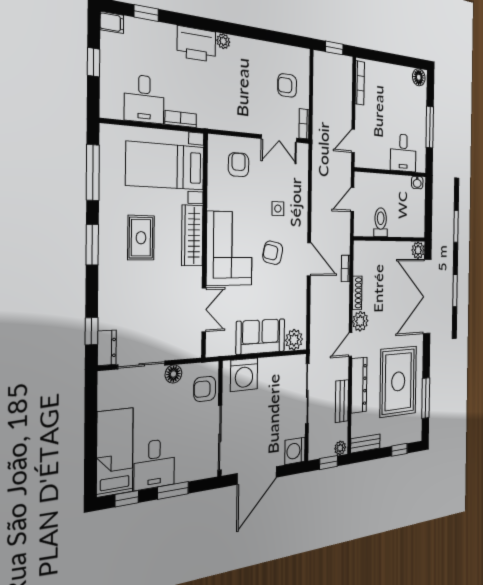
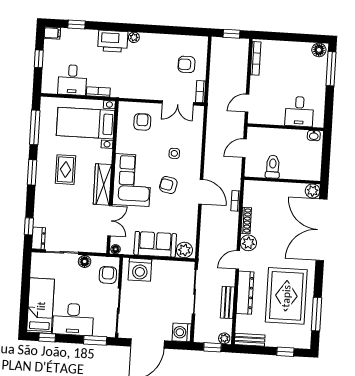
window: (430, 127) -> (331, 69), moved
wardrobe: (192, 235) -> (102, 184), moved
floor lamp: (213, 350) -> (116, 249), added
armchair: (205, 389) -> (108, 275), turned 90
desk: (154, 464) -> (73, 319), width x1.37
window: (173, 490) -> (95, 340), moved

